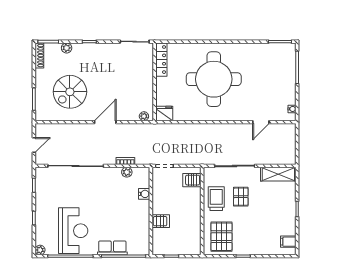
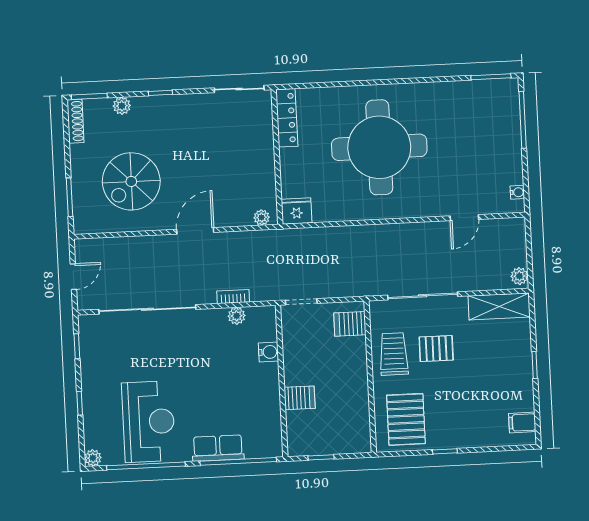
plant: (291, 157) -> (519, 276), added
pallet: (241, 197) -> (436, 349), turned 90

